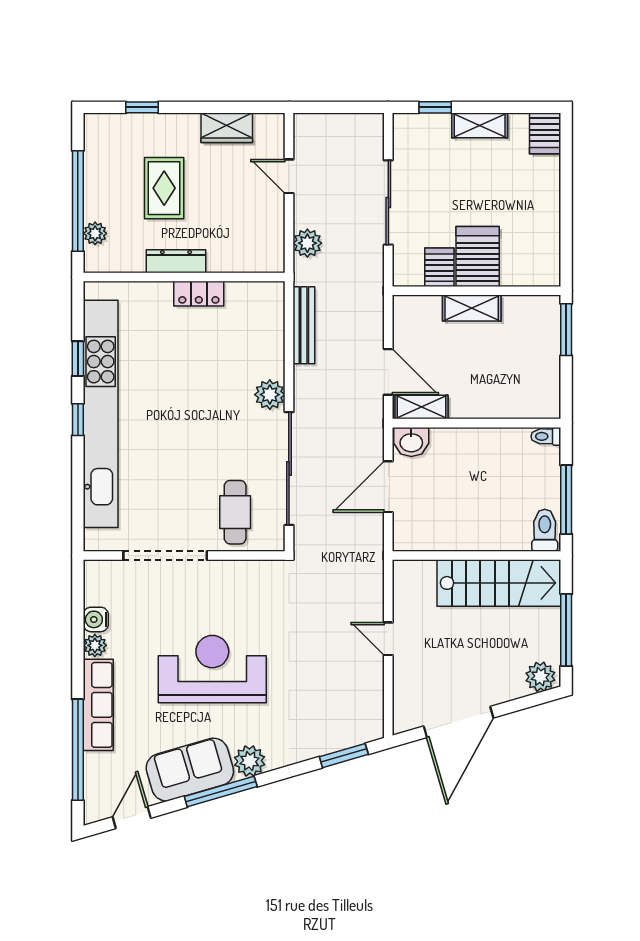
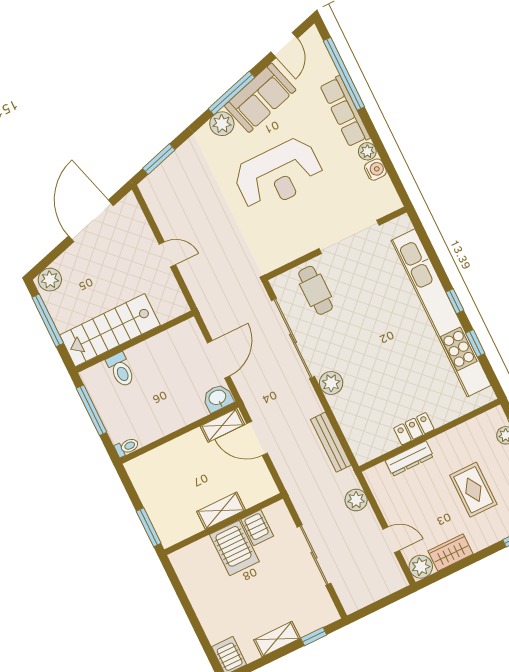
plant: (270, 128) -> (421, 567), added
dresser: (176, 261) -> (409, 459), moved
toilet: (545, 530) -> (121, 370), moved

